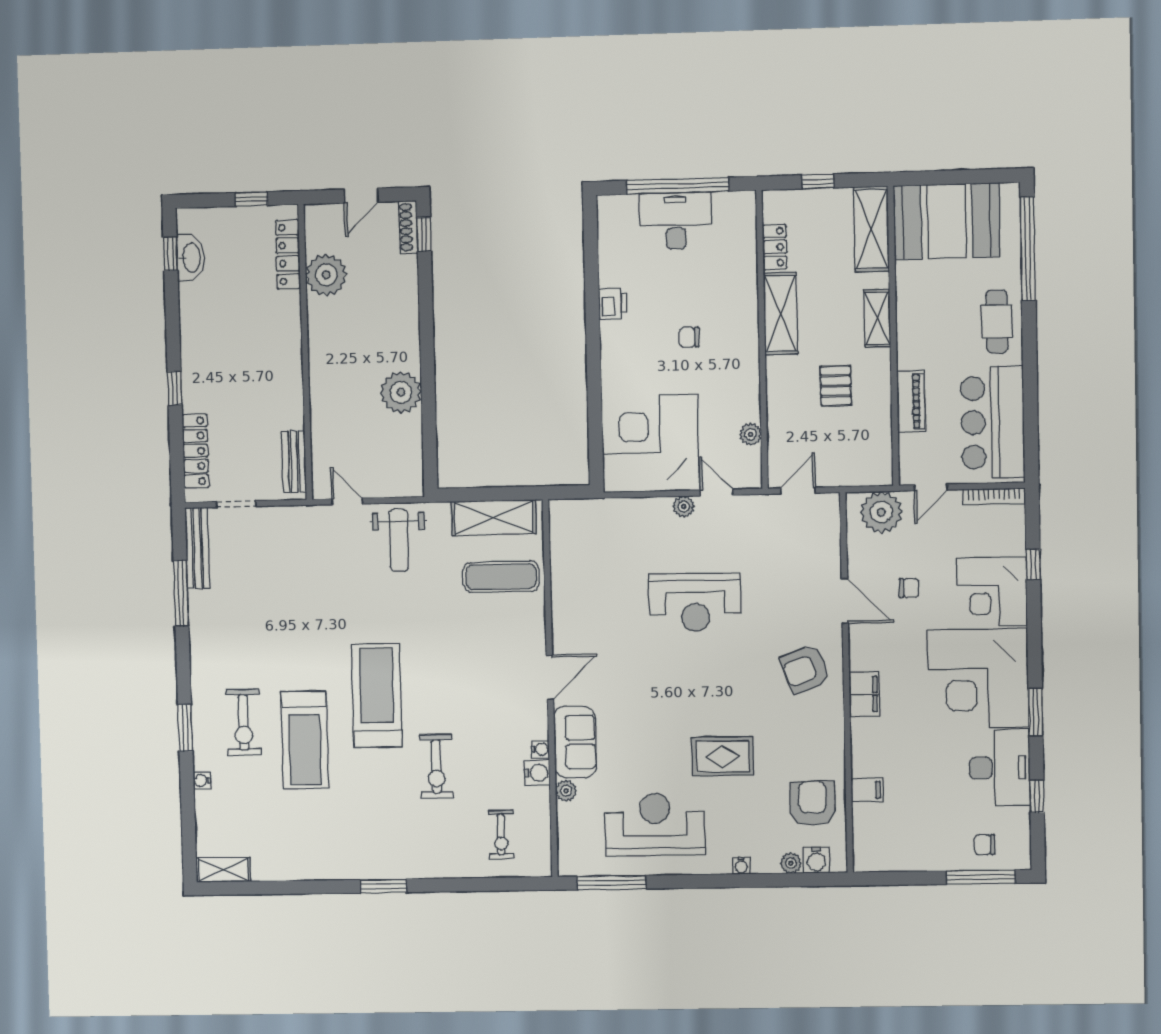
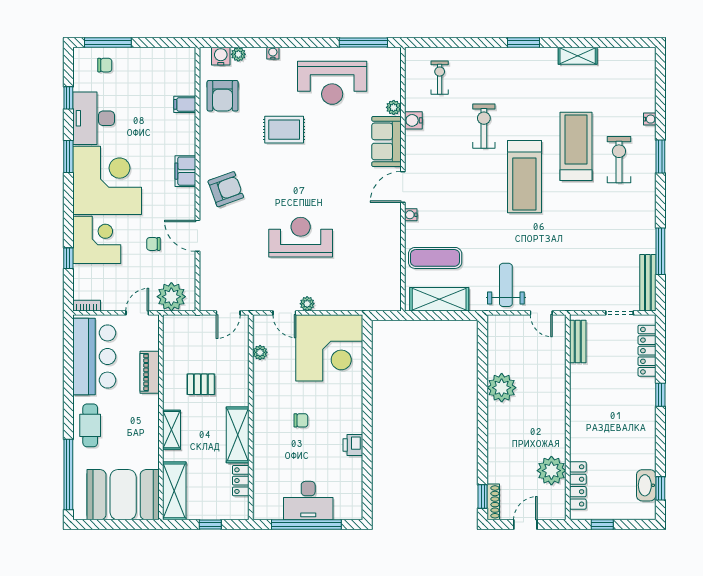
pallet: (836, 386) -> (201, 384), turned 90
bookcase: (994, 497) -> (87, 306), width x0.64
water cooler: (540, 749) -> (411, 215), moved
shelving: (223, 870) -> (578, 56), moved

